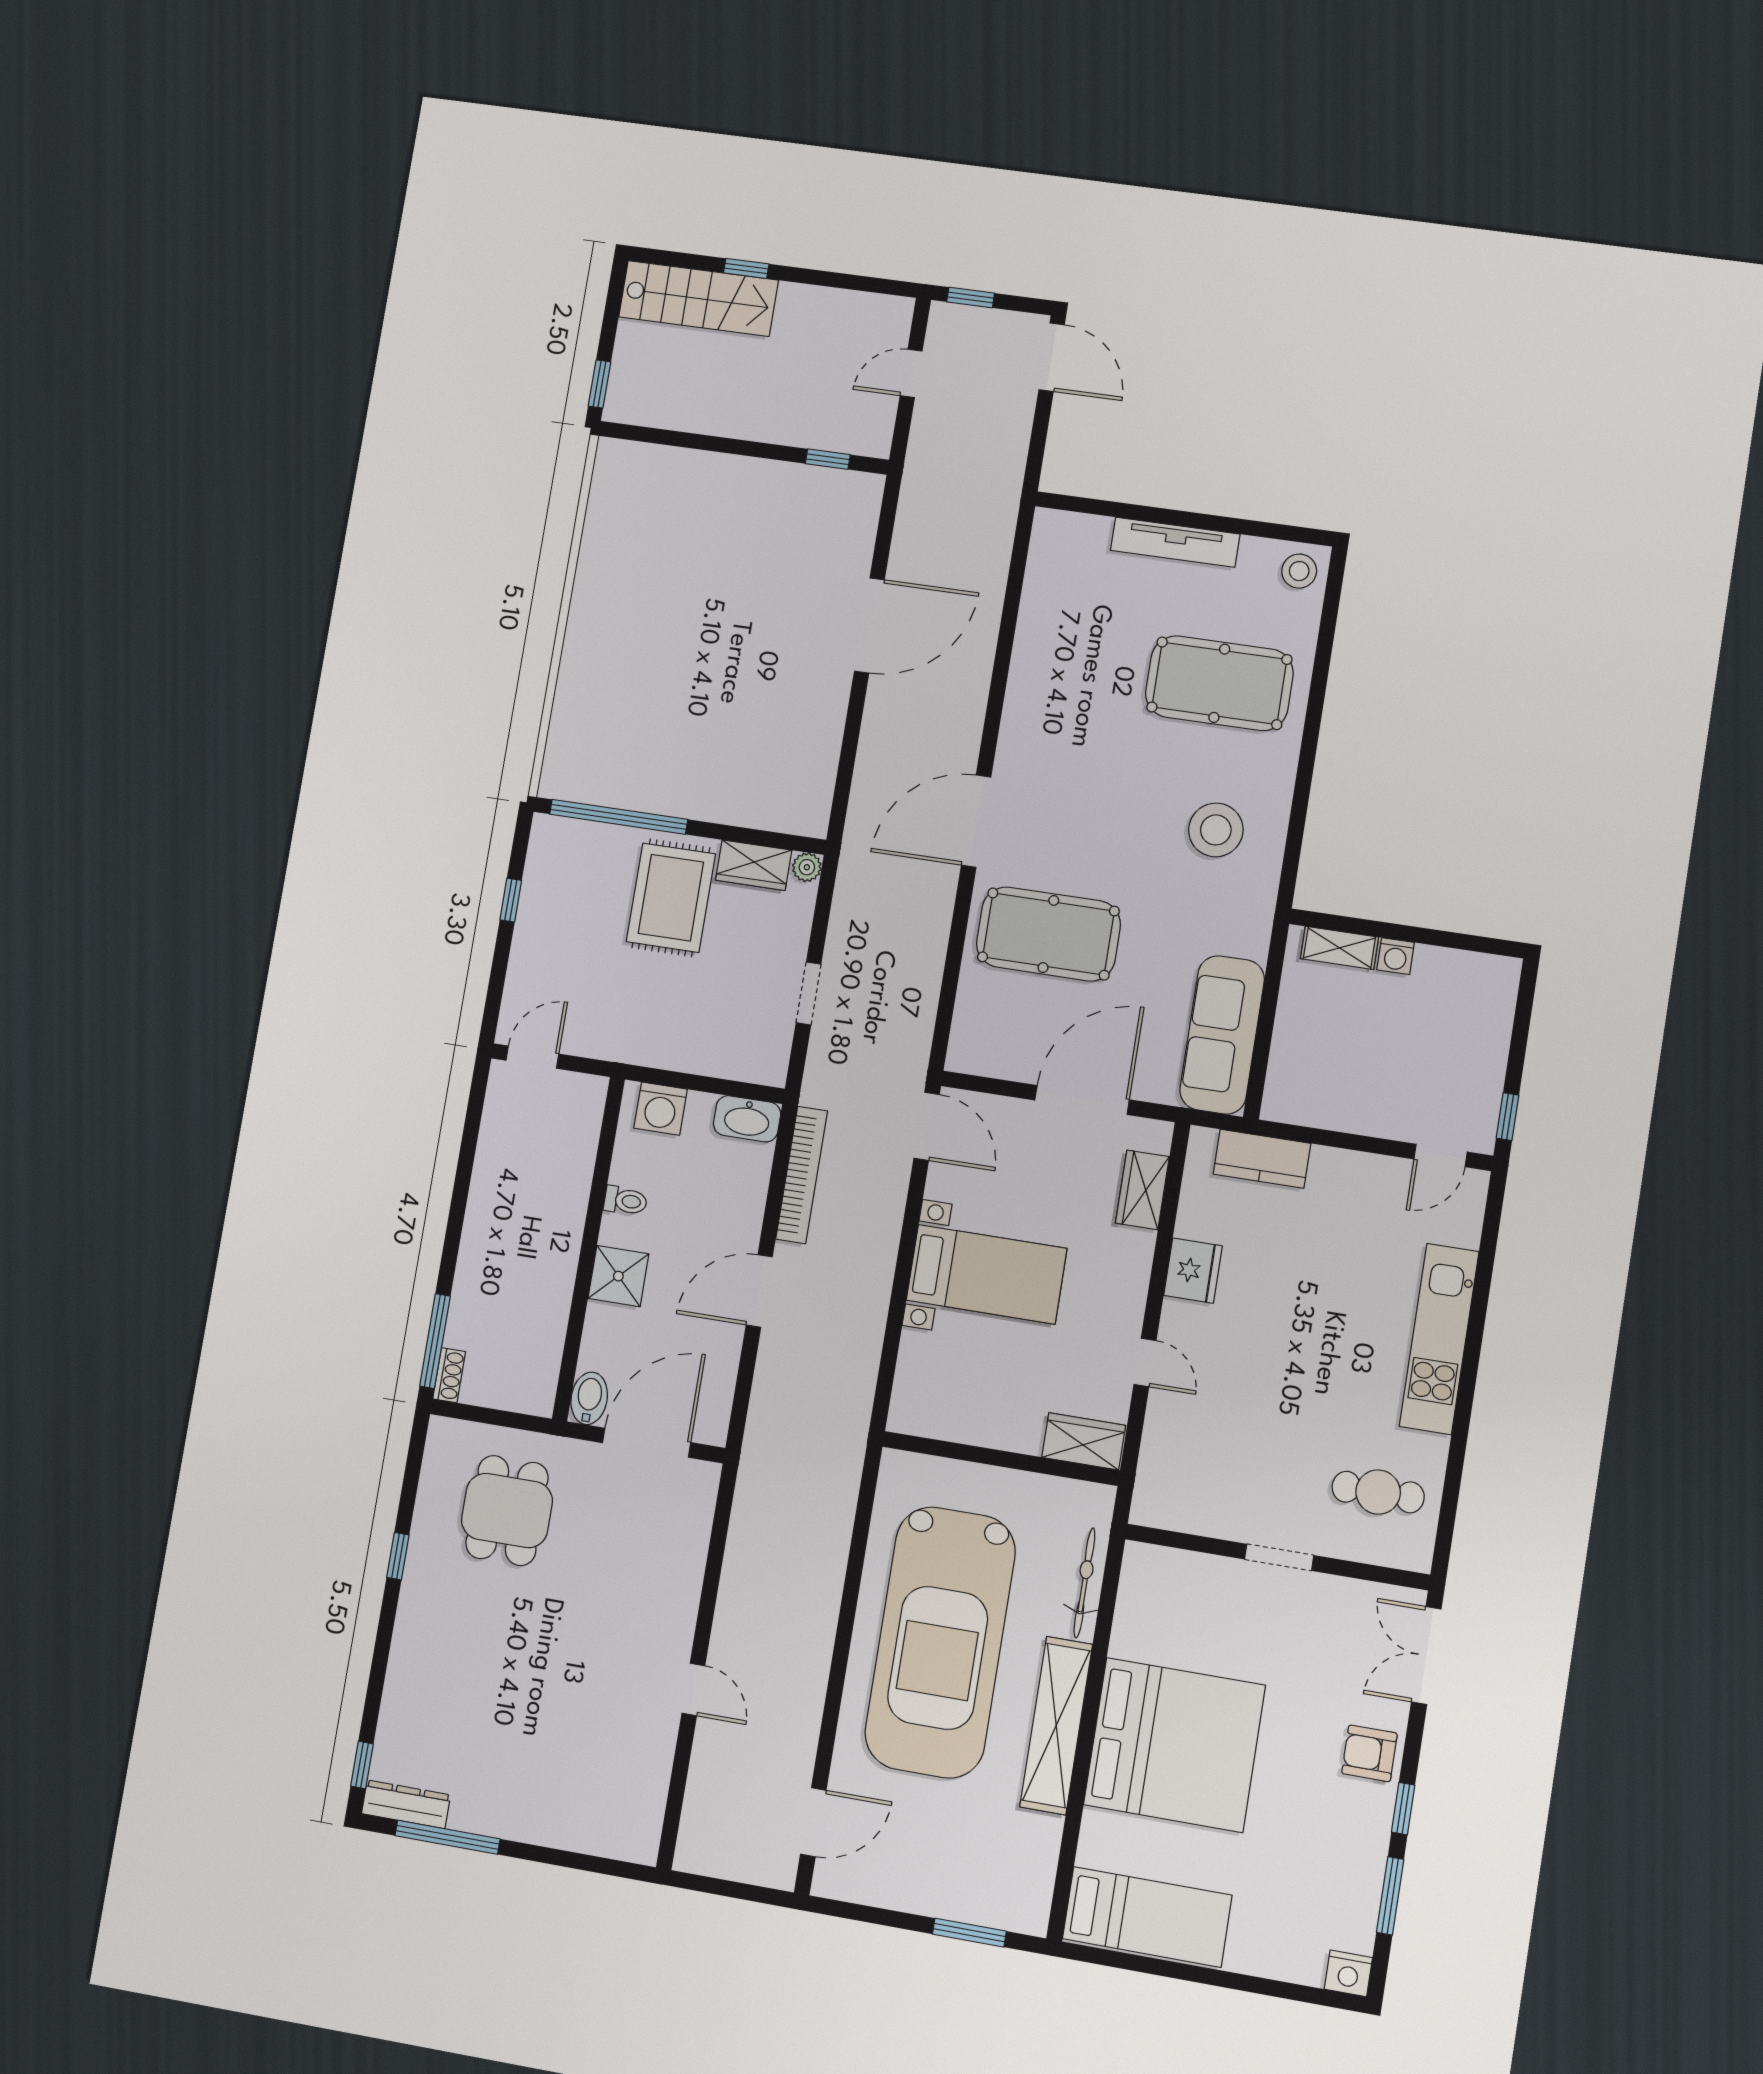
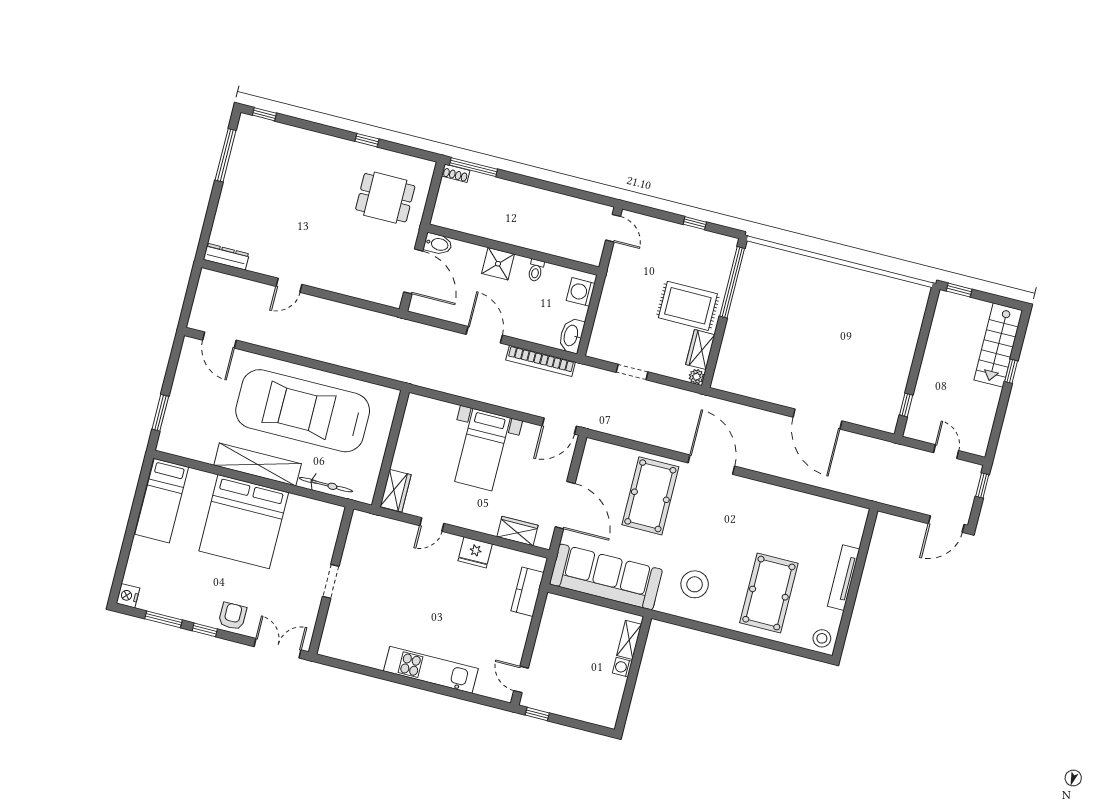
sofa: (1222, 1035) -> (606, 577), width x1.36, depth x1.27
cafe table: (1378, 1492) -> (359, 633), removed
dresser: (406, 1804) -> (226, 257), moved, turned -90

